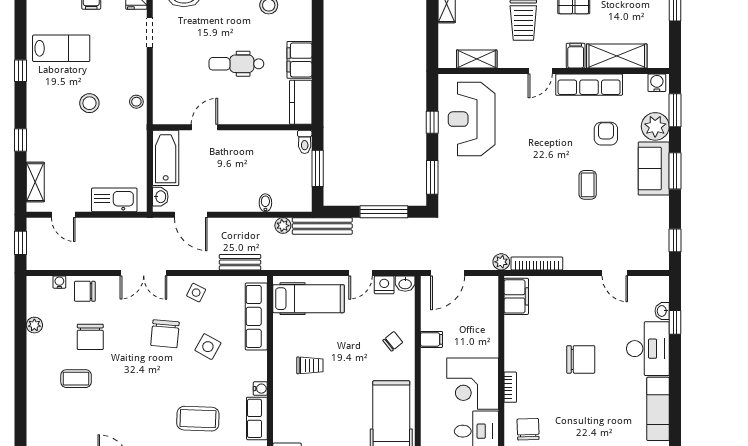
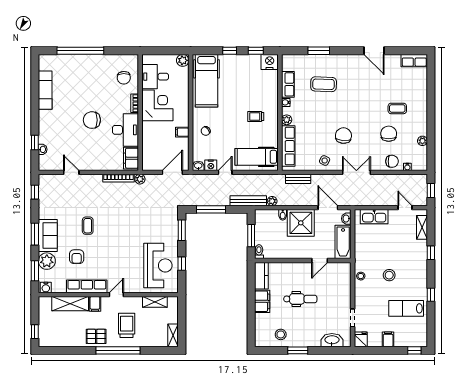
shower: (235, 190) -> (301, 223), added
side table: (208, 347) -> (317, 128), removed
desk: (648, 349) -> (125, 130), moved, turned 180
plant: (259, 360) -> (287, 120), added

